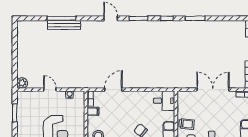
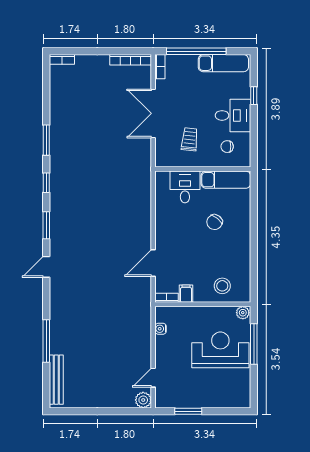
bench: (64, 25) -> (56, 380), moved
door: (50, 90) -> (153, 378), moved
door: (113, 90) -> (153, 263), hinge flipped
desk: (164, 101) -> (185, 187), moved
trolley: (187, 124) -> (190, 139), moved

